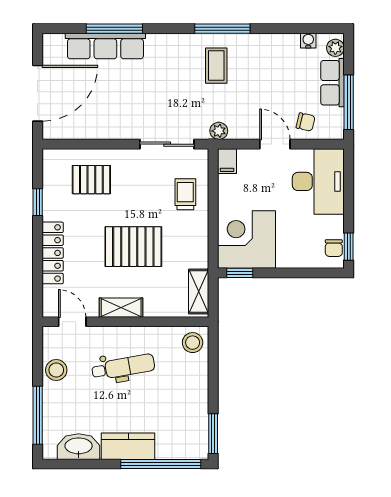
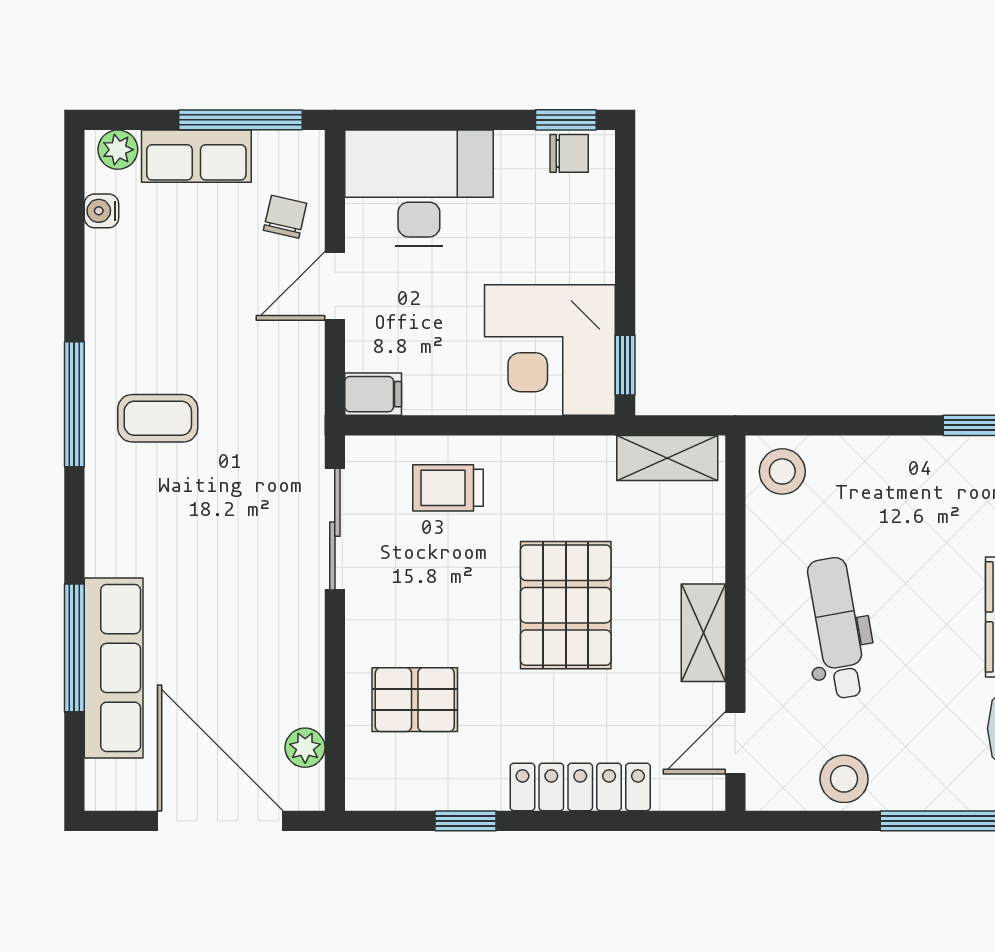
plant: (219, 131) -> (305, 748), moved
pallet: (91, 180) -> (415, 700), turned 90

